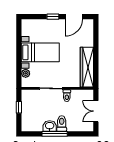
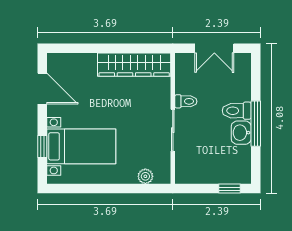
window: (53, 17) -> (42, 147), moved
bed with nightstands: (40, 52) -> (81, 146), moved, turned 90
window: (19, 107) -> (230, 189), moved

